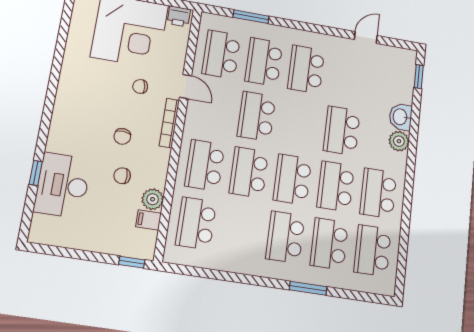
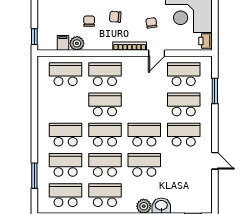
door: (366, 37) -> (215, 161), moved
school desk: (256, 116) -> (144, 135), moved
window: (308, 288) -> (34, 176), moved

